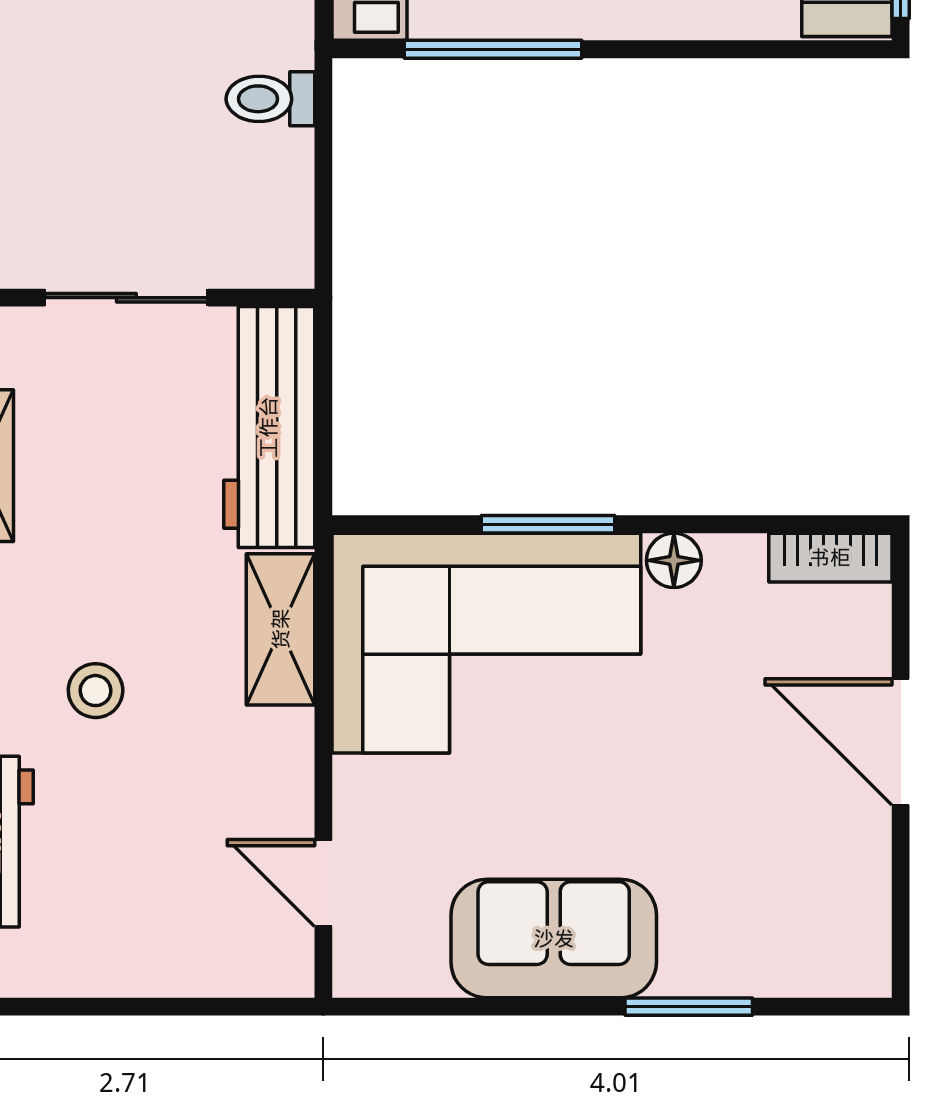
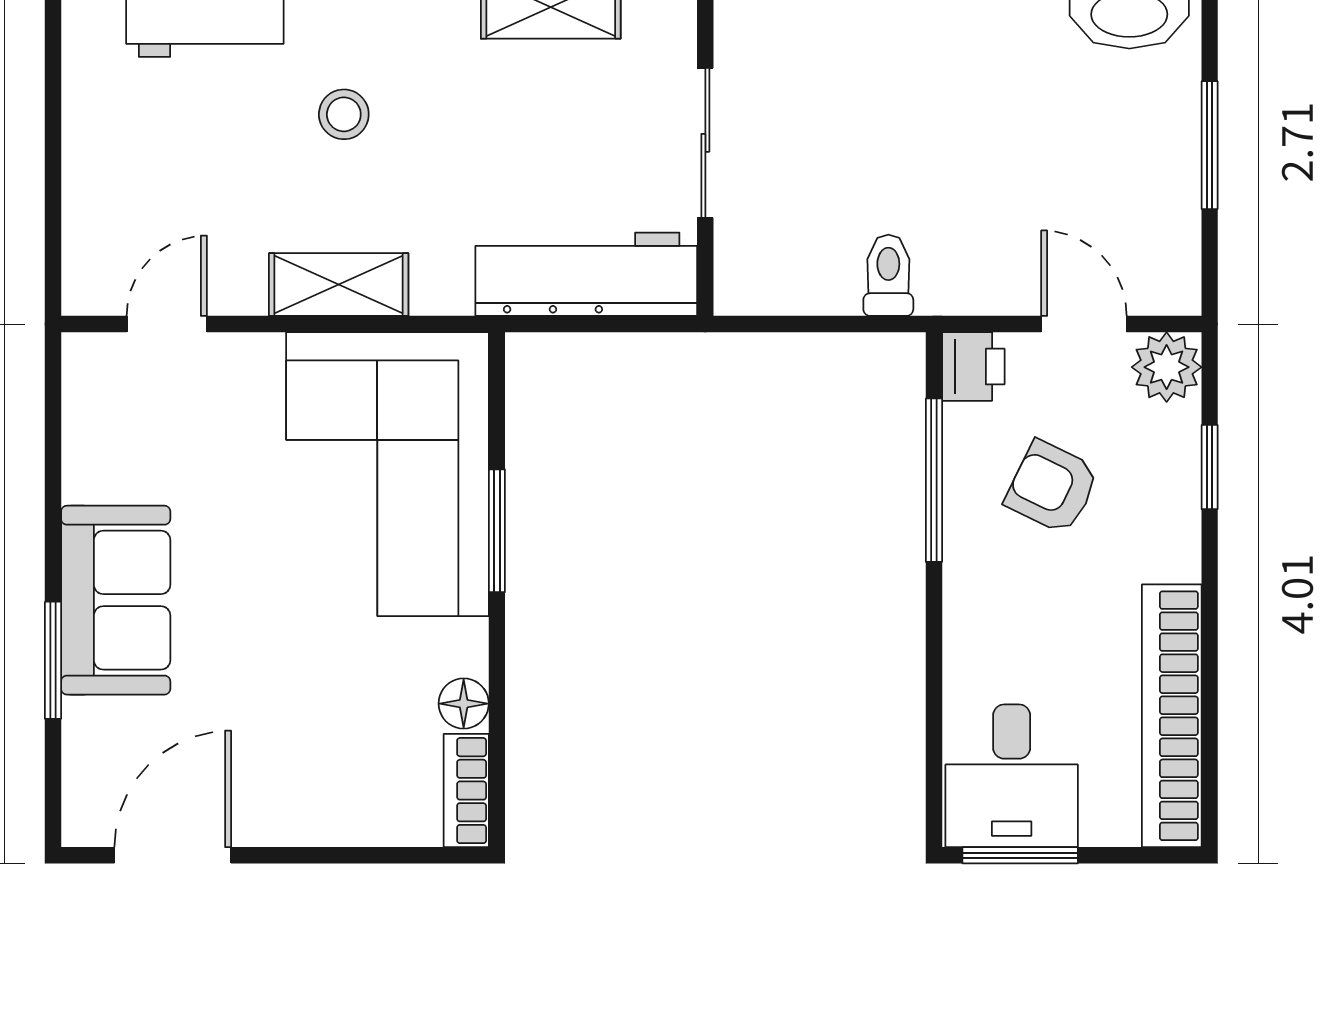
floor lamp: (674, 560) -> (464, 704), moved
shelving: (281, 629) -> (339, 285), moved
door: (901, 742) -> (173, 855), moved
sofa: (554, 939) -> (116, 600), moved

